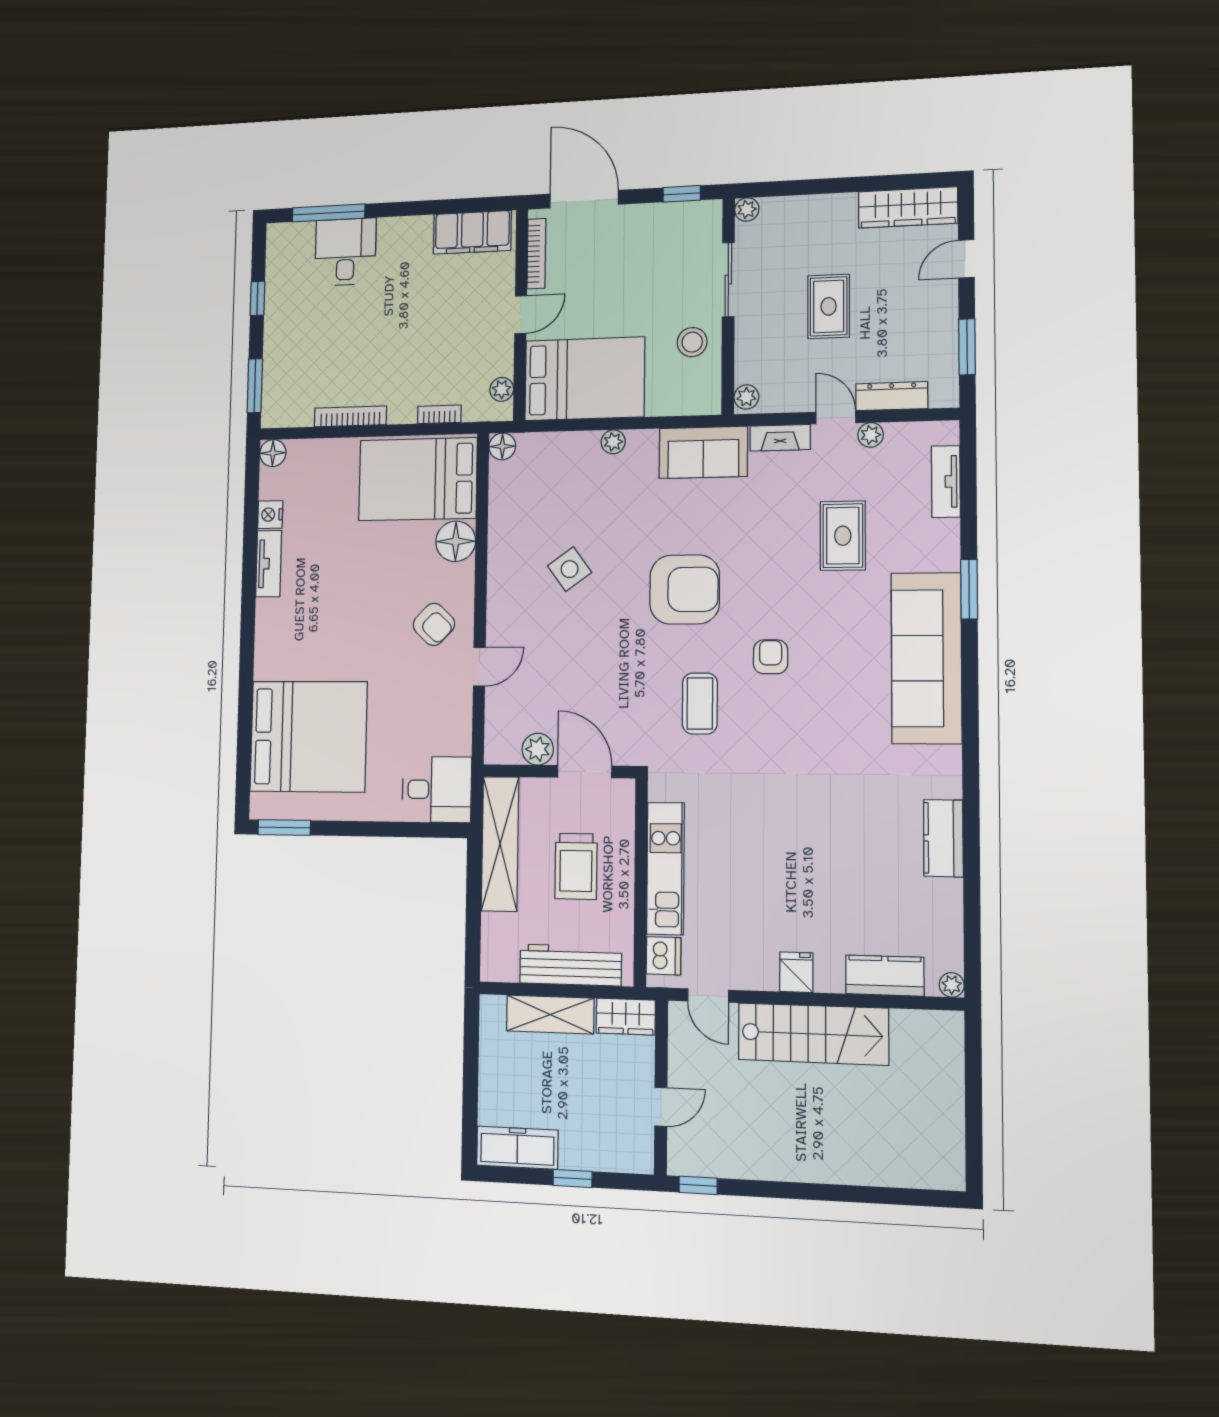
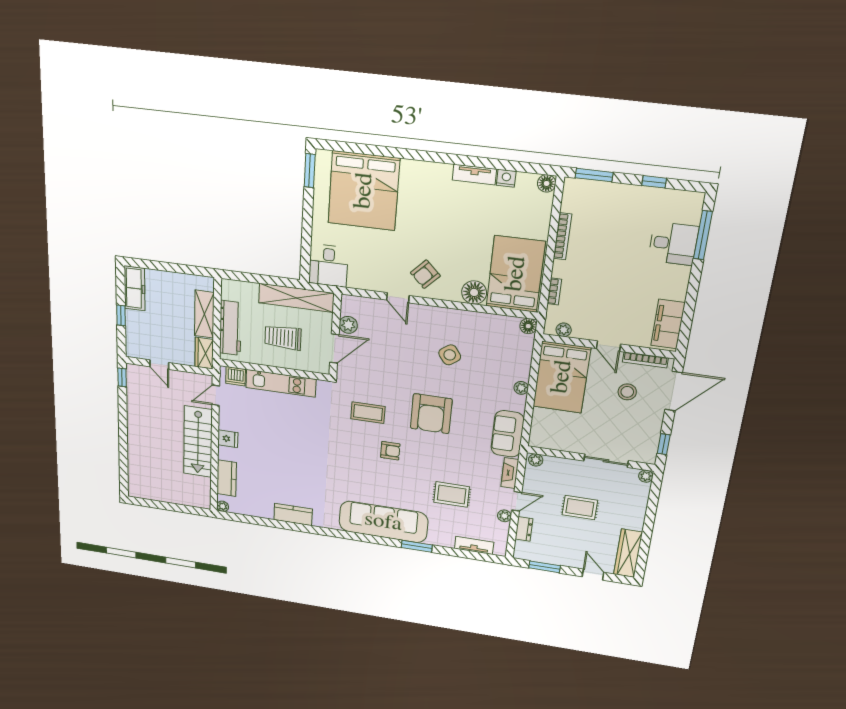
stool: (692, 342) -> (627, 392), moved
dresser: (892, 396) -> (524, 529), width x0.70

